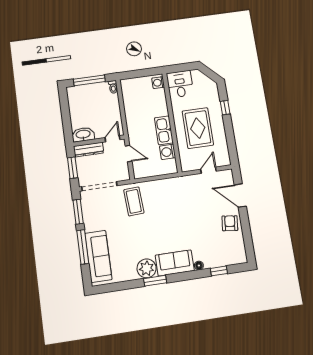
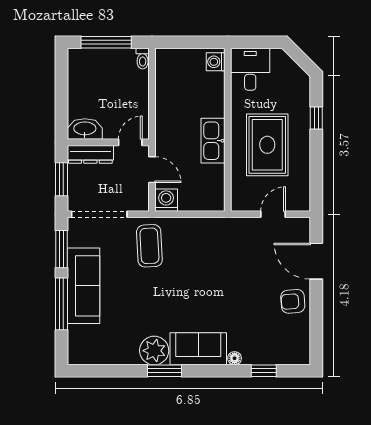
washing machine: (168, 152) -> (166, 200), moved, turned 90
armchair: (230, 223) -> (293, 301), turned -101
sofa: (98, 256) -> (83, 286), moved

